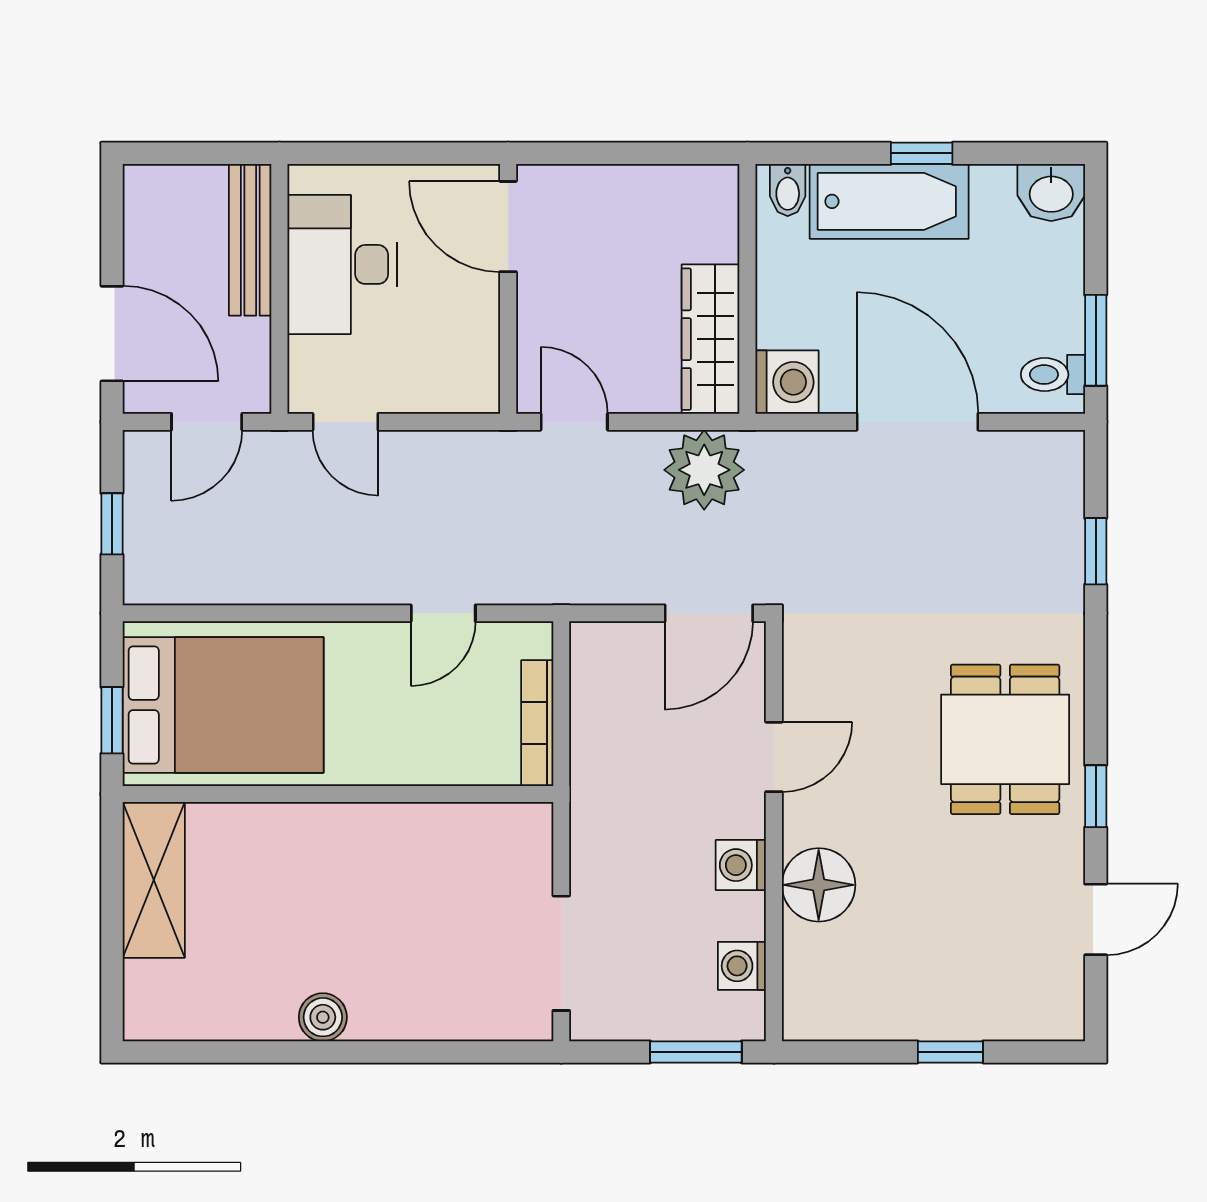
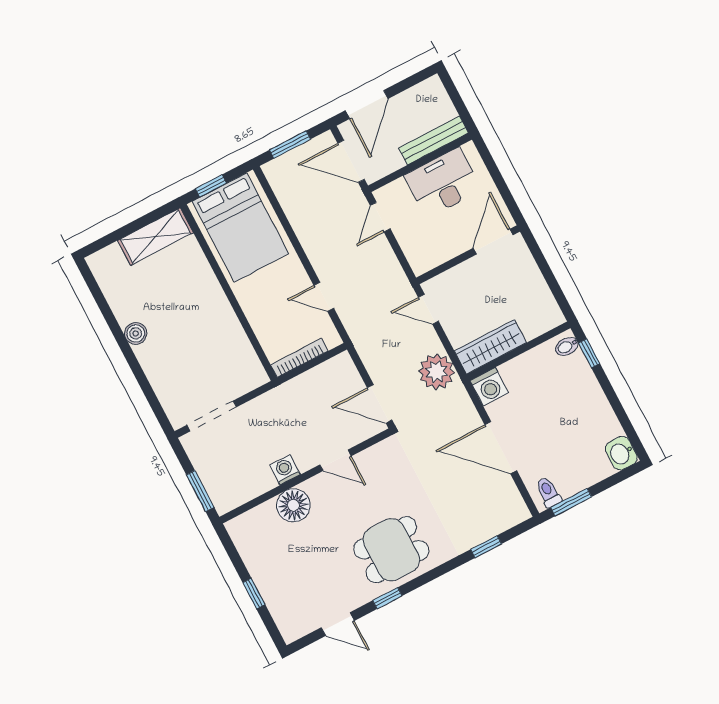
window: (922, 153) -> (589, 353), moved
bathtub: (889, 201) -> (584, 390), removed
door: (207, 422) -> (351, 161), width x1.38
door: (574, 422) -> (428, 309), swing flipped
door: (918, 422) -> (501, 448), swing flipped
window: (112, 524) -> (290, 145), width x1.50
washing machine: (742, 966) -> (245, 491), removed

